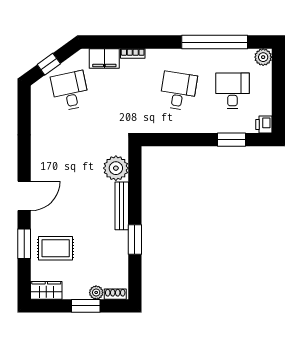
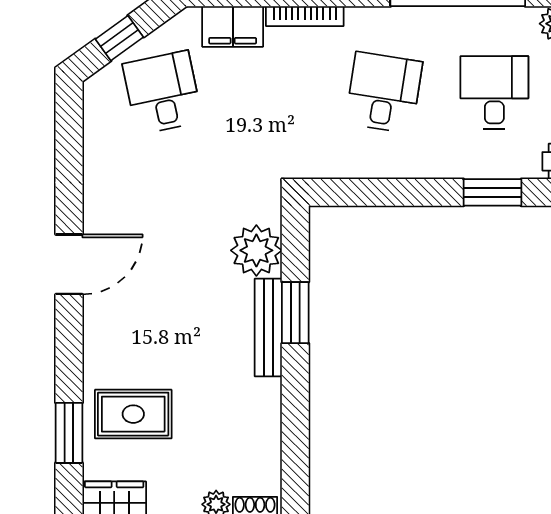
bookcase: (133, 53) -> (305, 16), width x1.56
door: (24, 196) -> (69, 264), moved
window: (135, 239) -> (295, 313), moved
window: (24, 244) -> (69, 433), moved

